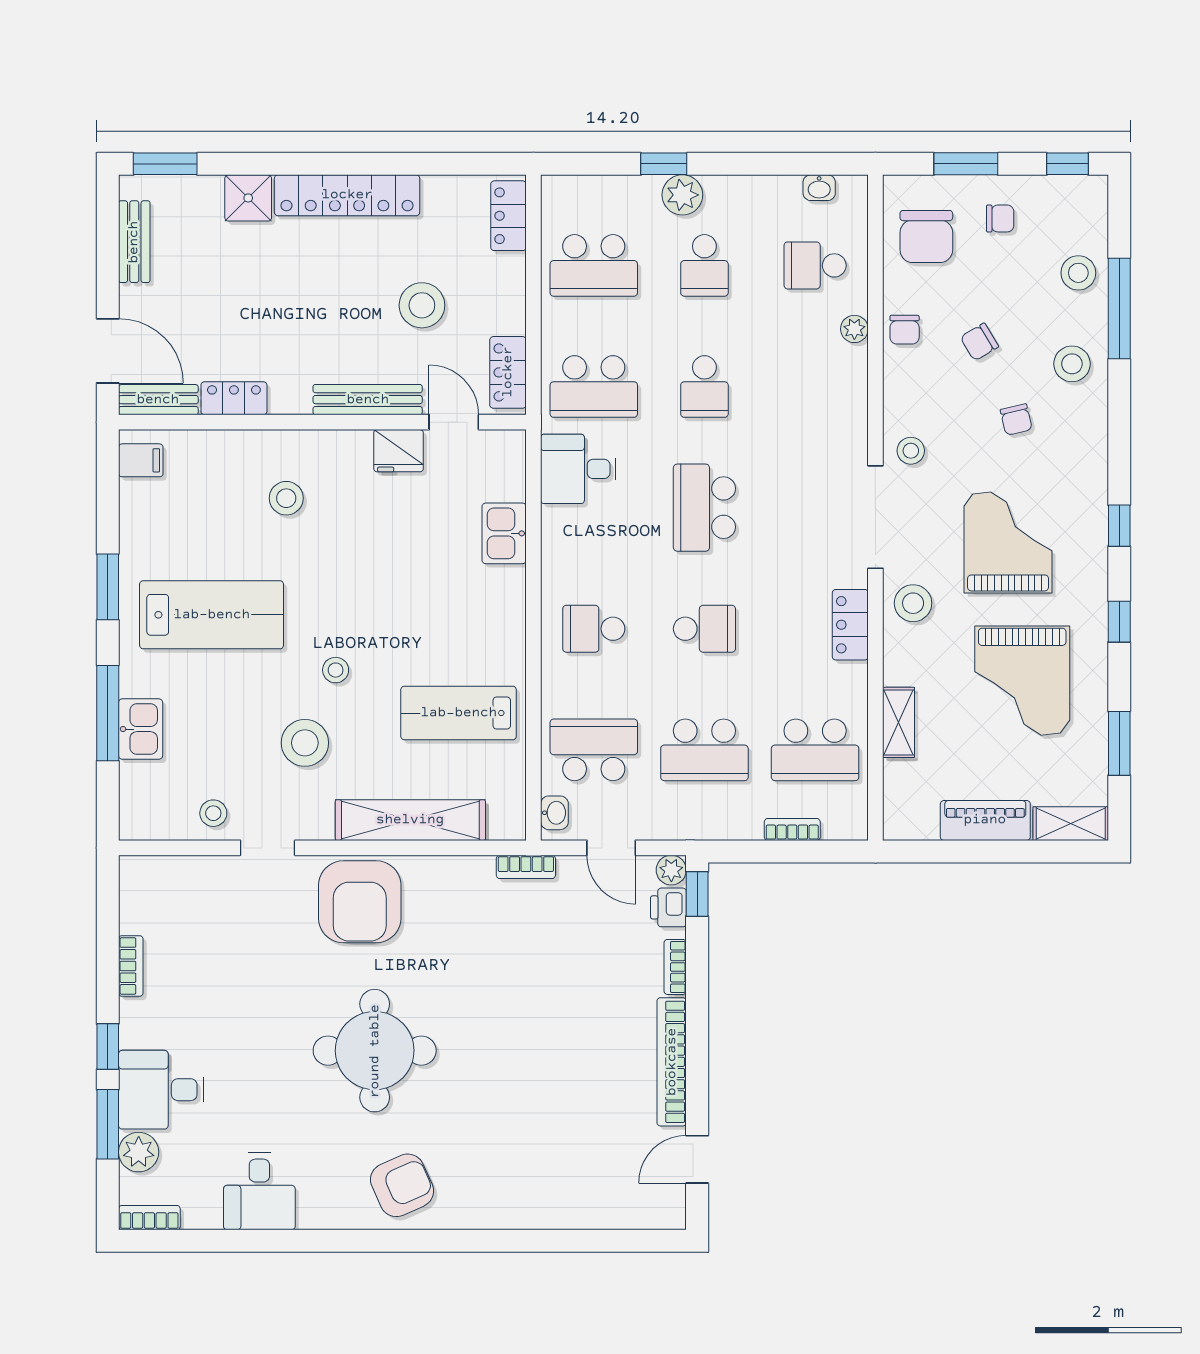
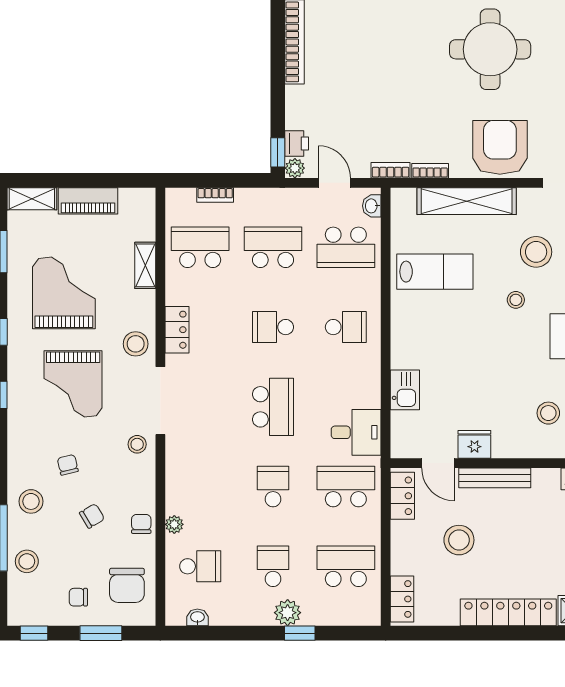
chair: (926, 237) -> (127, 585), turned 180
bookcase: (675, 967) -> (430, 171), moved, turned -90

